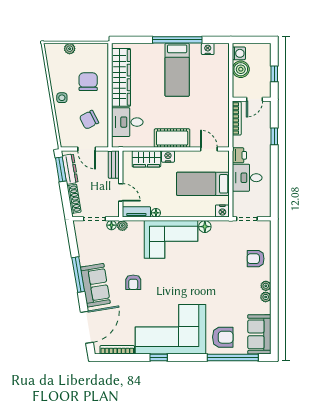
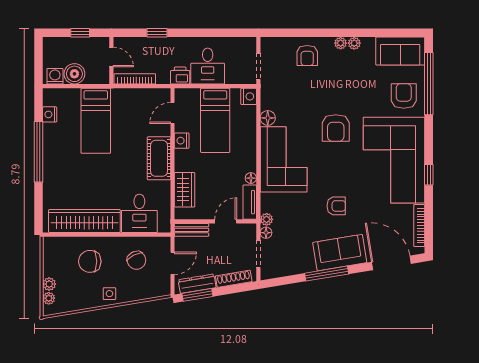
plant: (58, 48) -> (49, 298), added
bed: (177, 70) -> (96, 121), moved, turned 90
nightstand: (168, 156) -> (182, 141), moved
armchair: (197, 282) -> (336, 128), added

